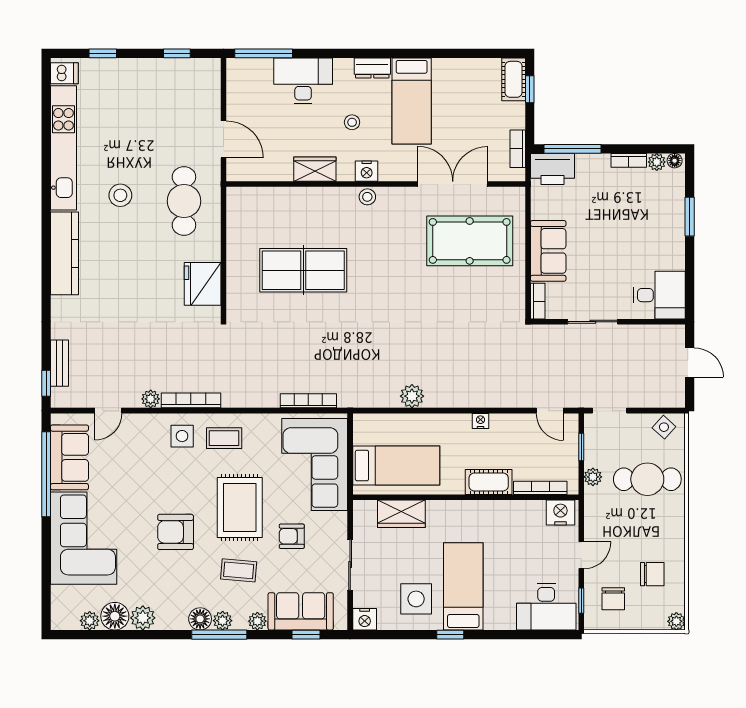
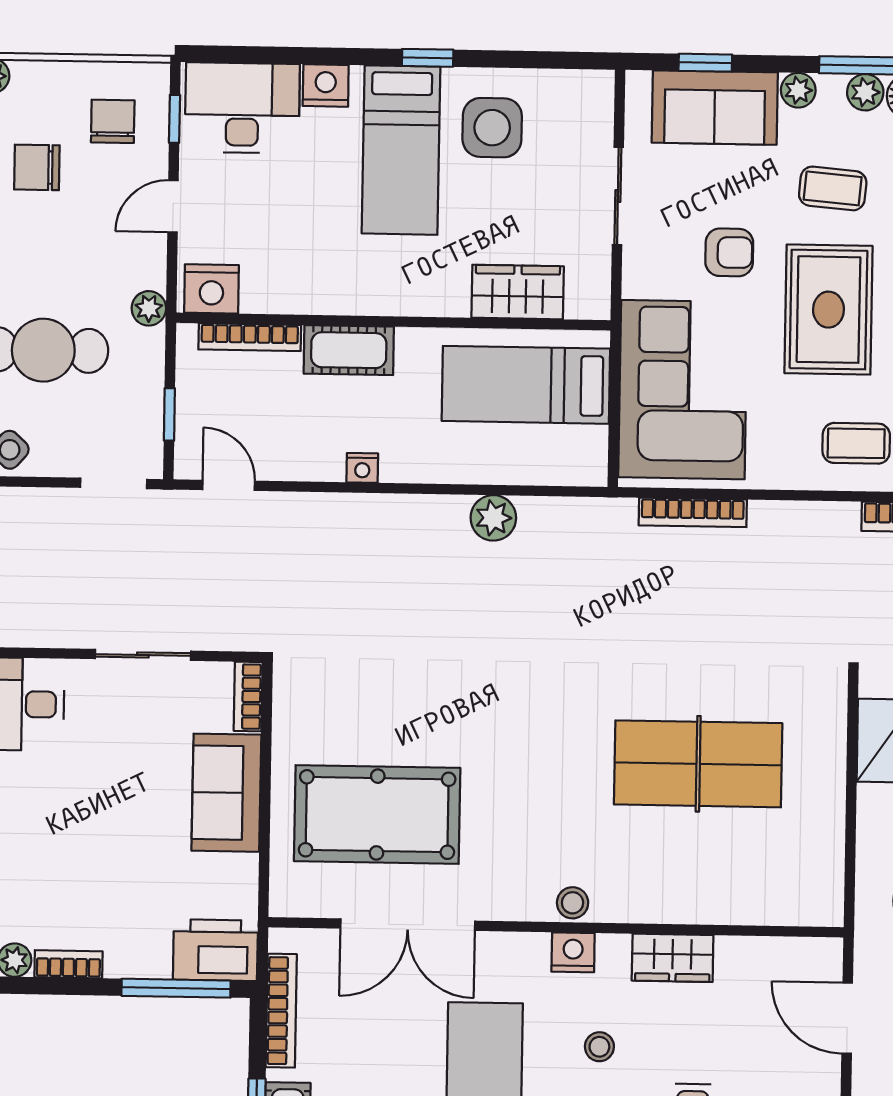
bookcase: (518, 149) -> (281, 1011), width x1.56
plant: (593, 477) -> (149, 308), moved
nightstand: (365, 619) -> (326, 85), moved

